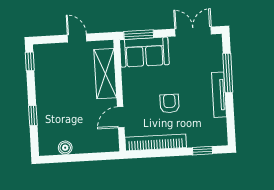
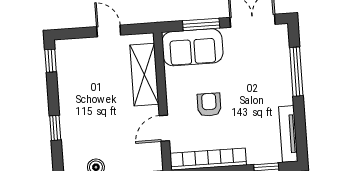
window: (139, 35) -> (201, 24), moved
tv unit: (219, 95) -> (288, 134), moved
armchair: (170, 103) -> (209, 105), moved

